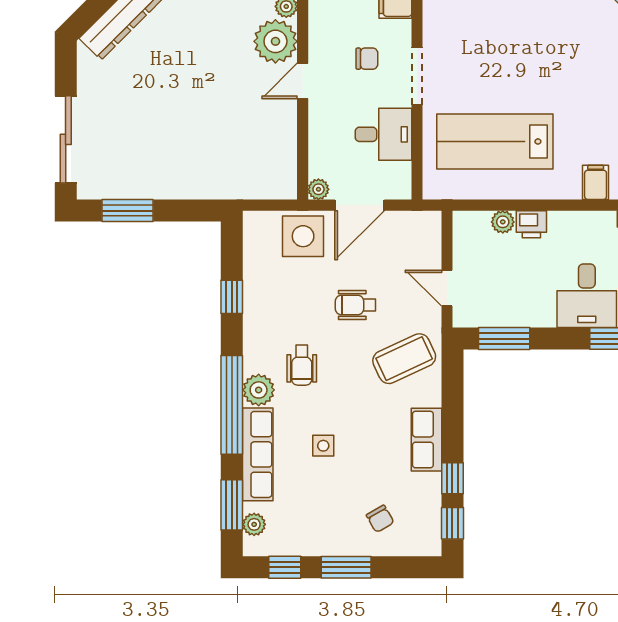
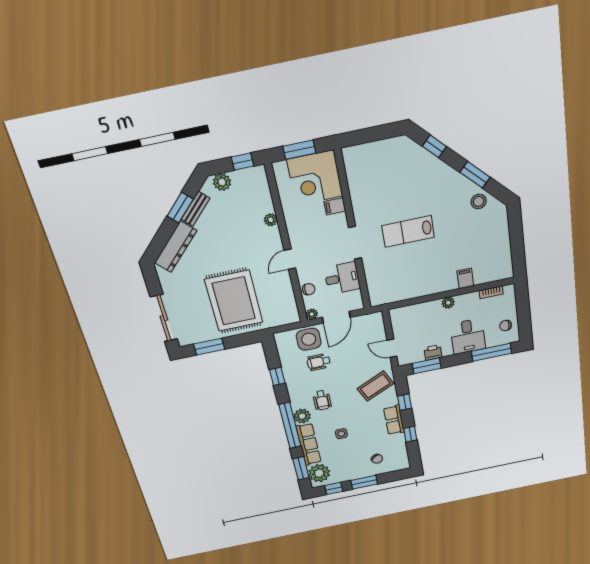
plant: (275, 41) -> (269, 241), removed
chair: (367, 59) -> (309, 289), moved
rug: (191, 135) -> (234, 301), added
lab bench: (495, 141) -> (408, 231), moved, width x0.73, depth x0.72
plant: (503, 222) -> (448, 303), moved
printer: (531, 224) -> (433, 352), moved, turned 180
wheelchair: (356, 305) -> (319, 362), moved
window: (452, 523) -> (405, 402), moved
plant: (254, 524) -> (319, 473), width x1.87, depth x1.87

